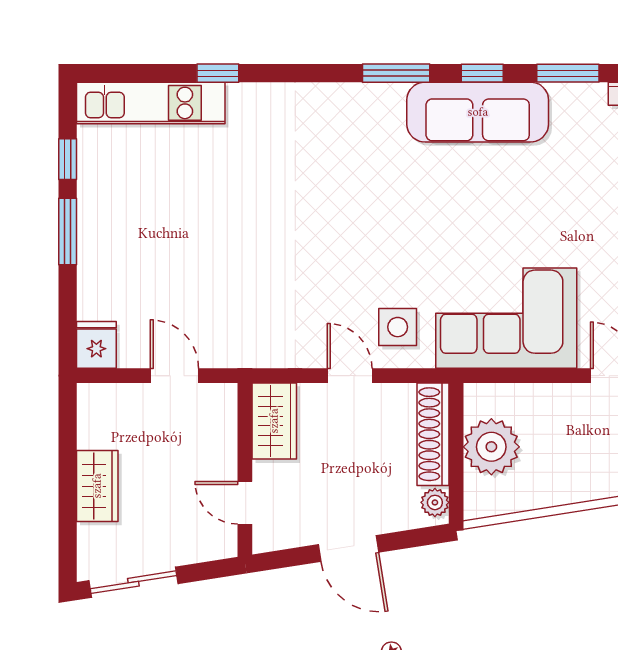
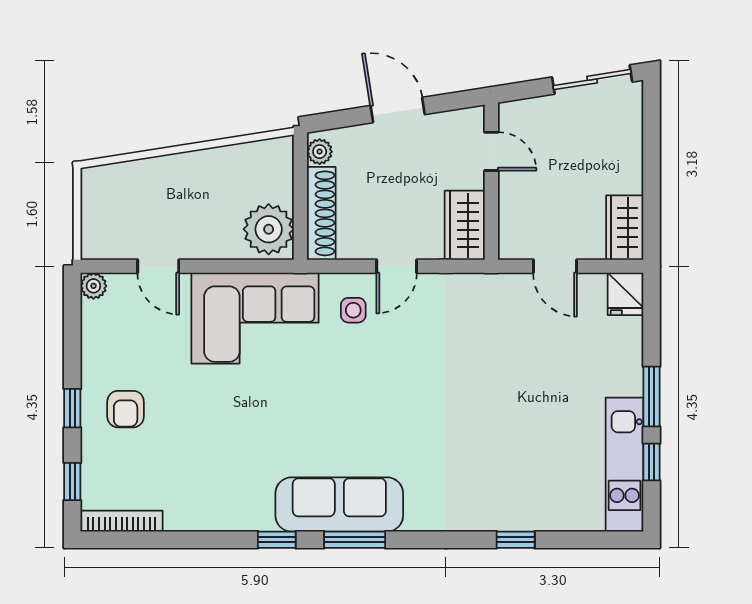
window: (568, 73) -> (199, 540), removed
kitchen unit: (151, 103) -> (625, 465), moved, turned -90
sofa: (478, 112) -> (339, 504), moved
side table: (398, 327) -> (353, 310), width x0.73, depth x0.73
door: (350, 376) -> (397, 266), hinge flipped
plant: (491, 447) -> (269, 229), moved
wardrobe: (97, 486) -> (625, 228), moved

